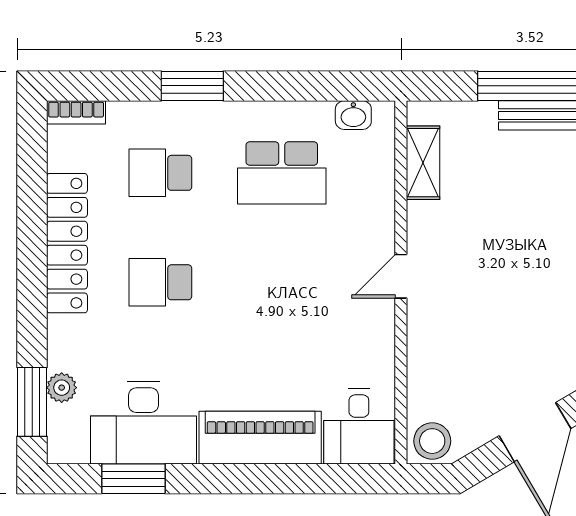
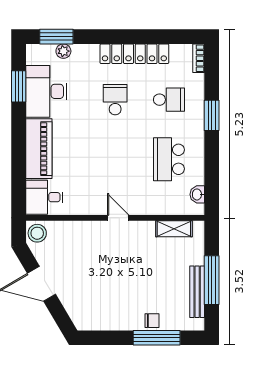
school desk: (160, 173) -> (169, 100), turned 90

